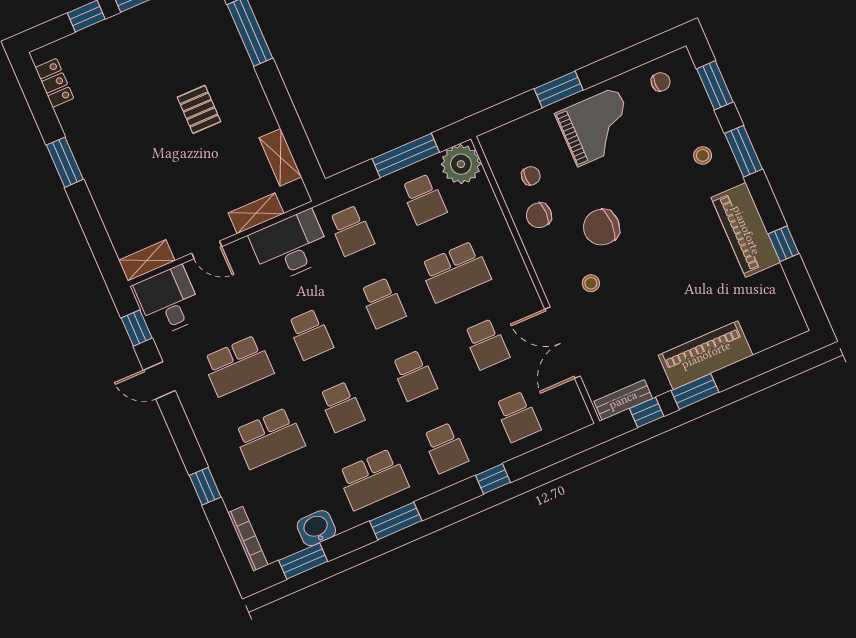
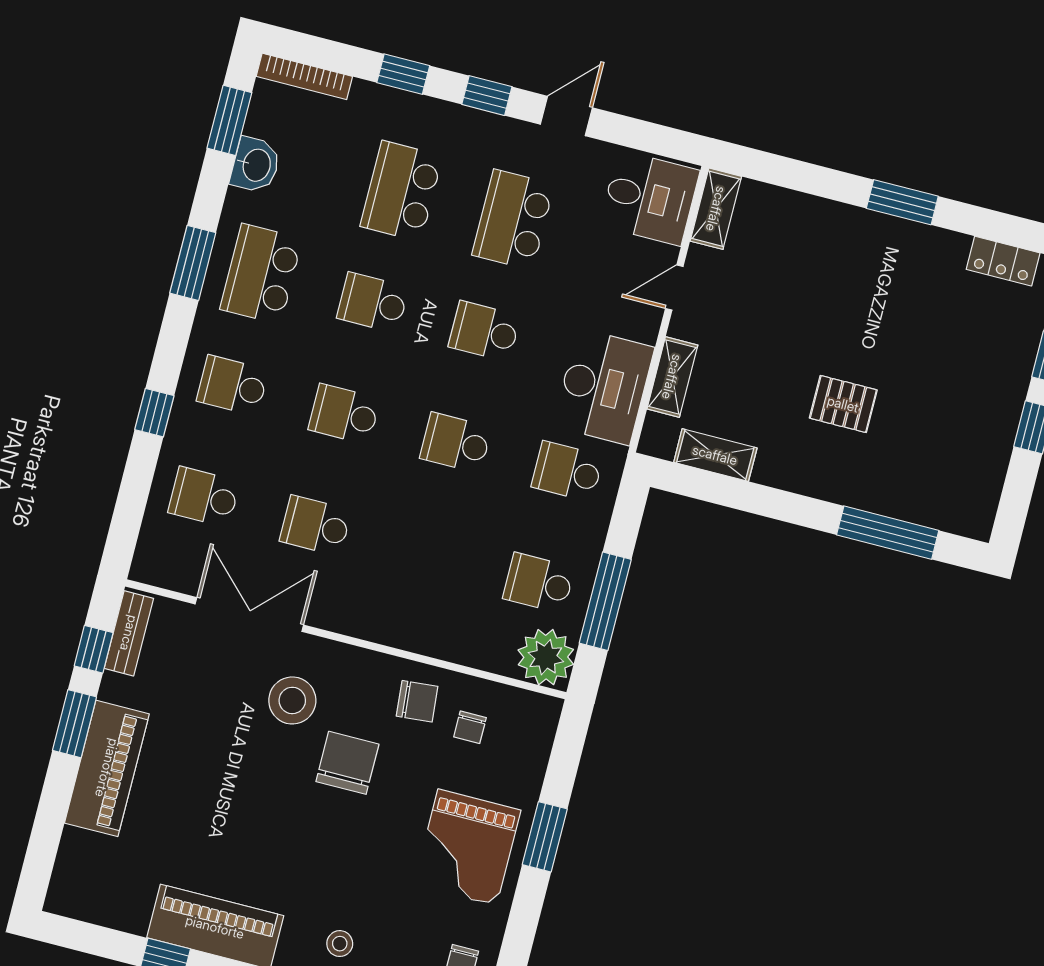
chair: (539, 215) -> (417, 701), turned 85
school desk: (455, 272) -> (427, 554), removed
stool: (591, 283) -> (292, 700), width x1.89, depth x1.89
window: (137, 328) -> (487, 96), moved

